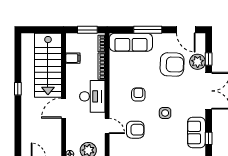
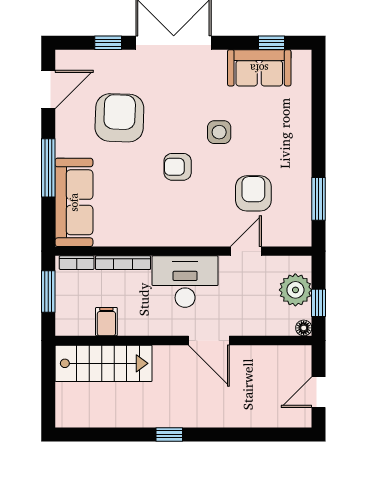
plant: (198, 62) -> (114, 66), removed
stairs: (48, 65) -> (104, 363), width x0.73, depth x0.66
armchair: (138, 95) -> (178, 167), moved

